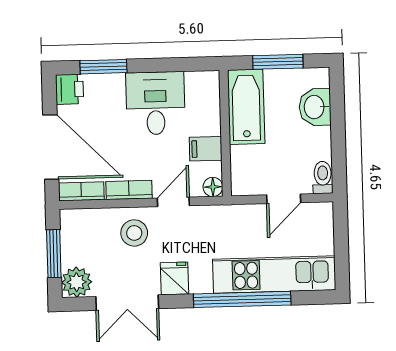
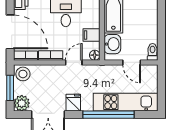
washbasin: (315, 107) -> (112, 44), moved, turned 180
door: (284, 199) -> (132, 62), hinge flipped
stool: (134, 233) -> (23, 74), moved

